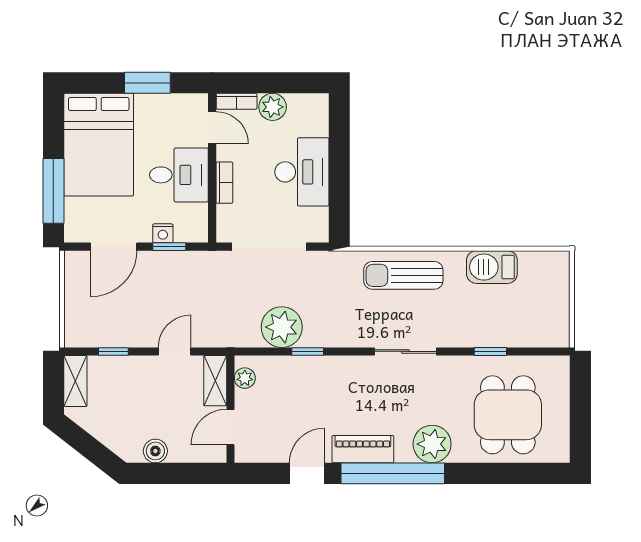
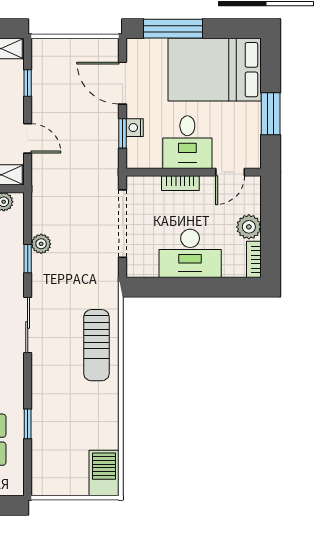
bookcase: (237, 101) -> (254, 259), moved
barbecue: (492, 267) -> (104, 473), moved
sun lounger: (403, 275) -> (96, 345), turned 180
plant: (282, 327) -> (41, 244), width x0.53, depth x0.53
sliding door: (405, 351) -> (28, 325), moved

